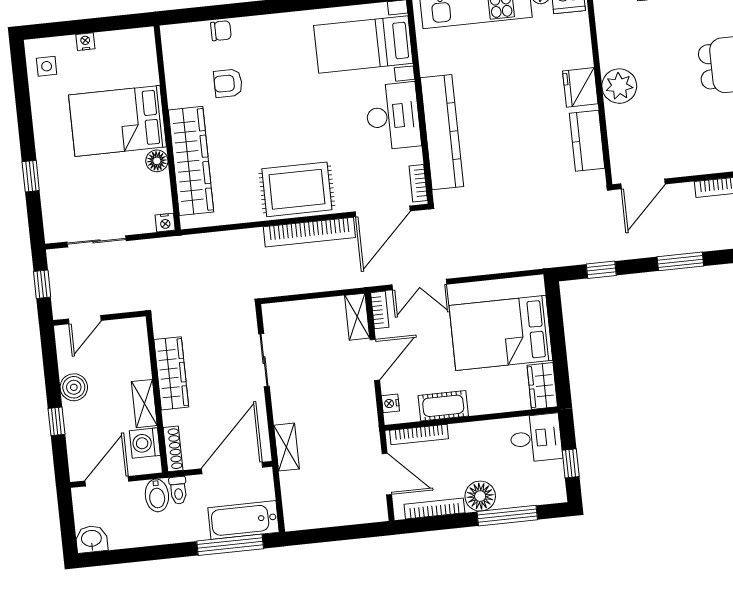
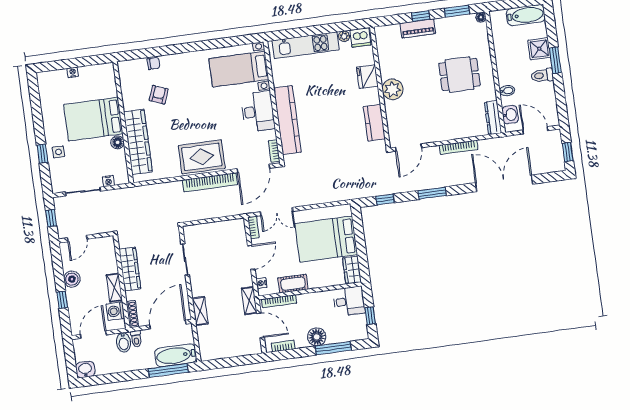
side table: (47, 66) -> (59, 152), moved
armchair: (228, 83) -> (159, 95), turned 111
fridge: (580, 87) -> (367, 77), moved
nightstand: (165, 223) -> (108, 181), moved
shelving: (357, 317) -> (249, 301), moved
bookcase: (434, 508) -> (283, 346), width x0.64

